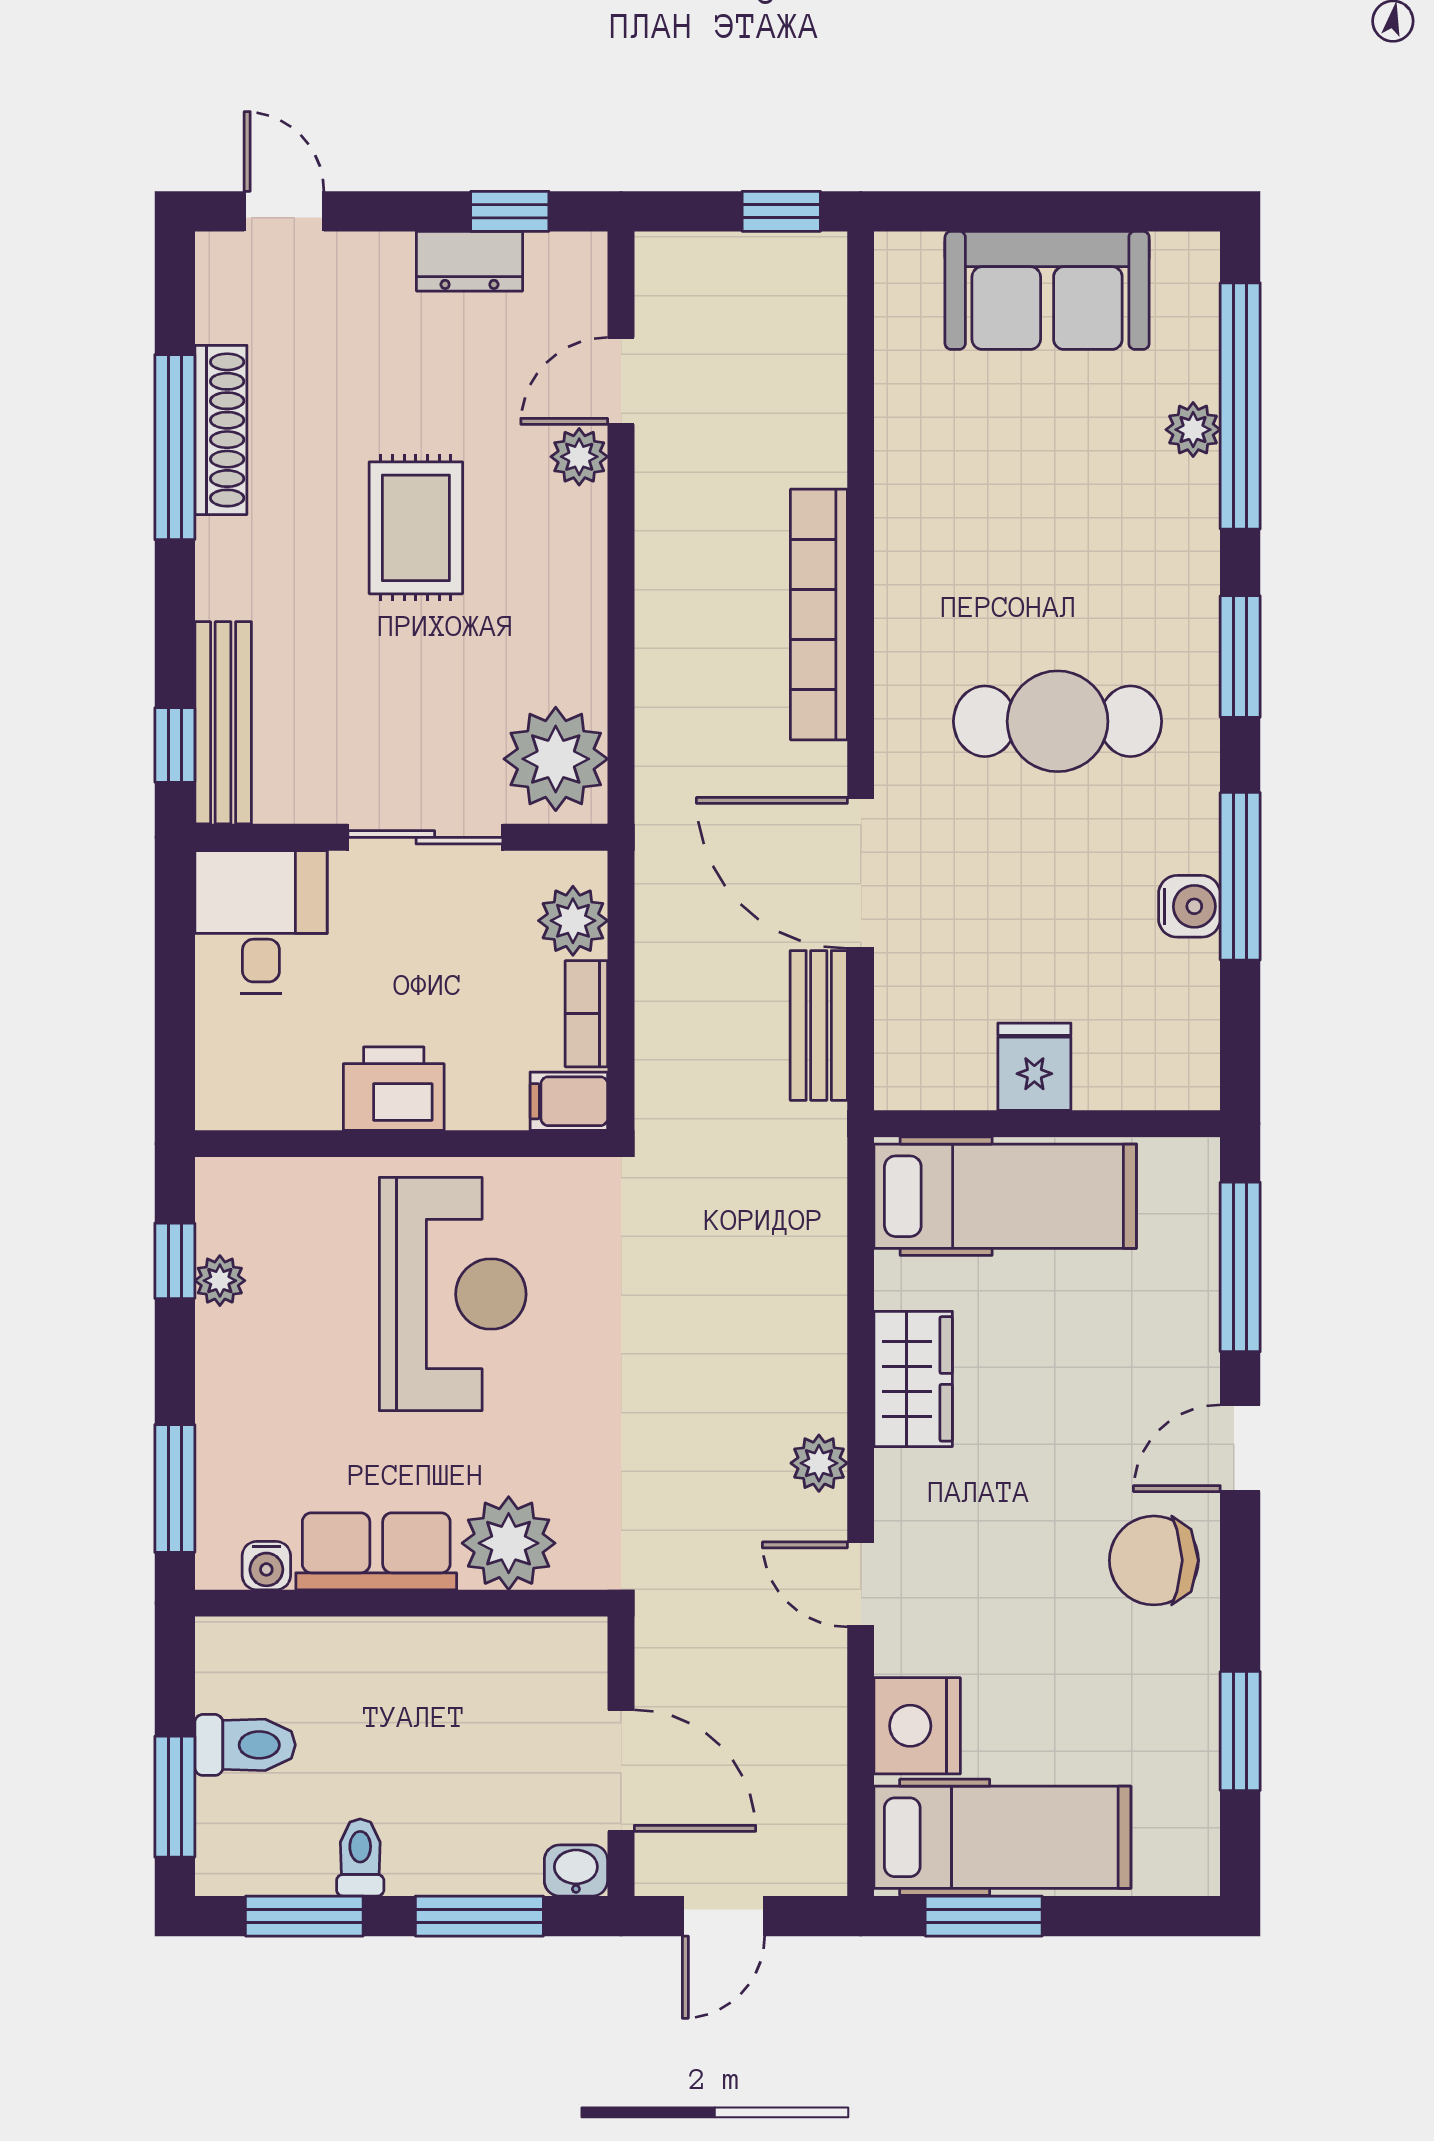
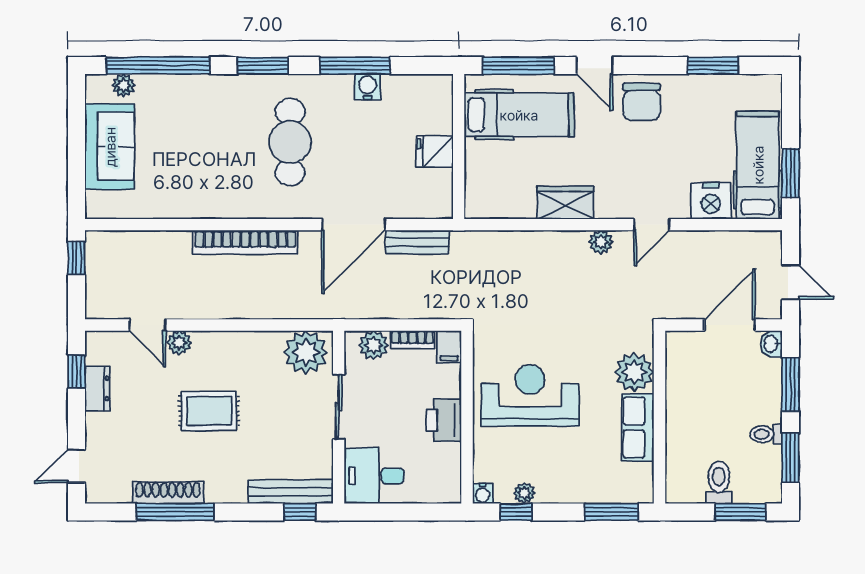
plant: (1193, 430) -> (124, 85), moved
hospital bed: (1005, 1196) -> (519, 115), moved, turned 90
water cooler: (266, 1566) -> (483, 493), moved, turned 90

